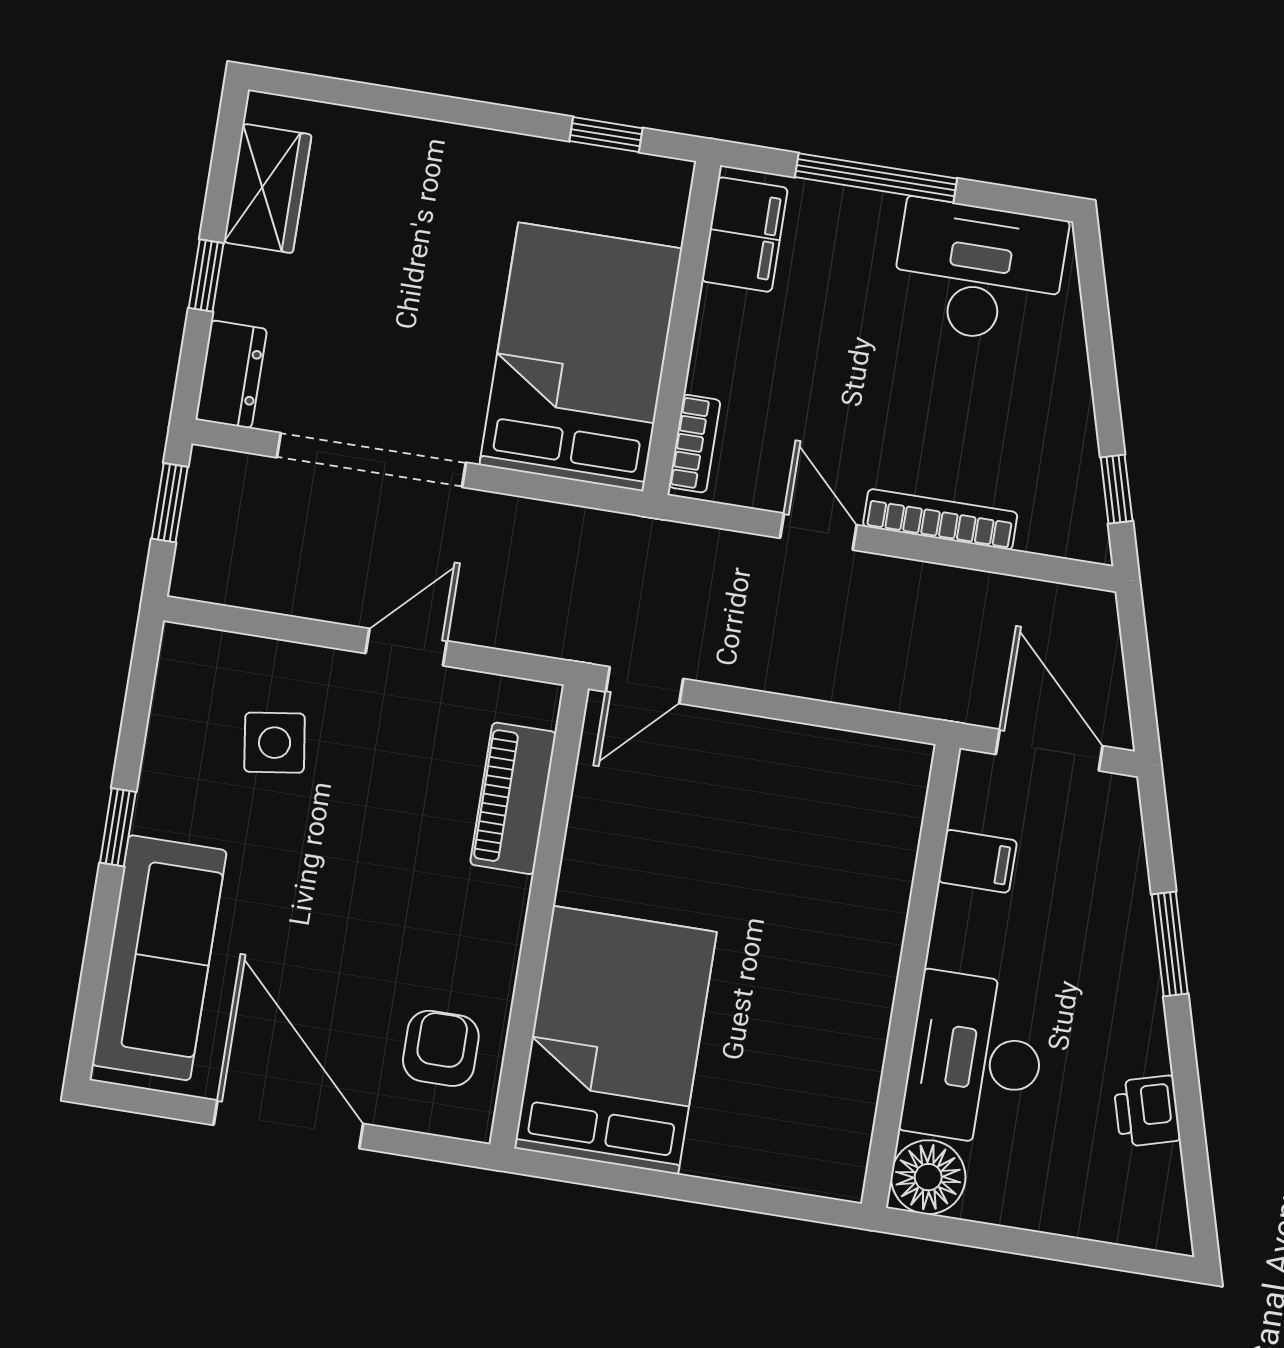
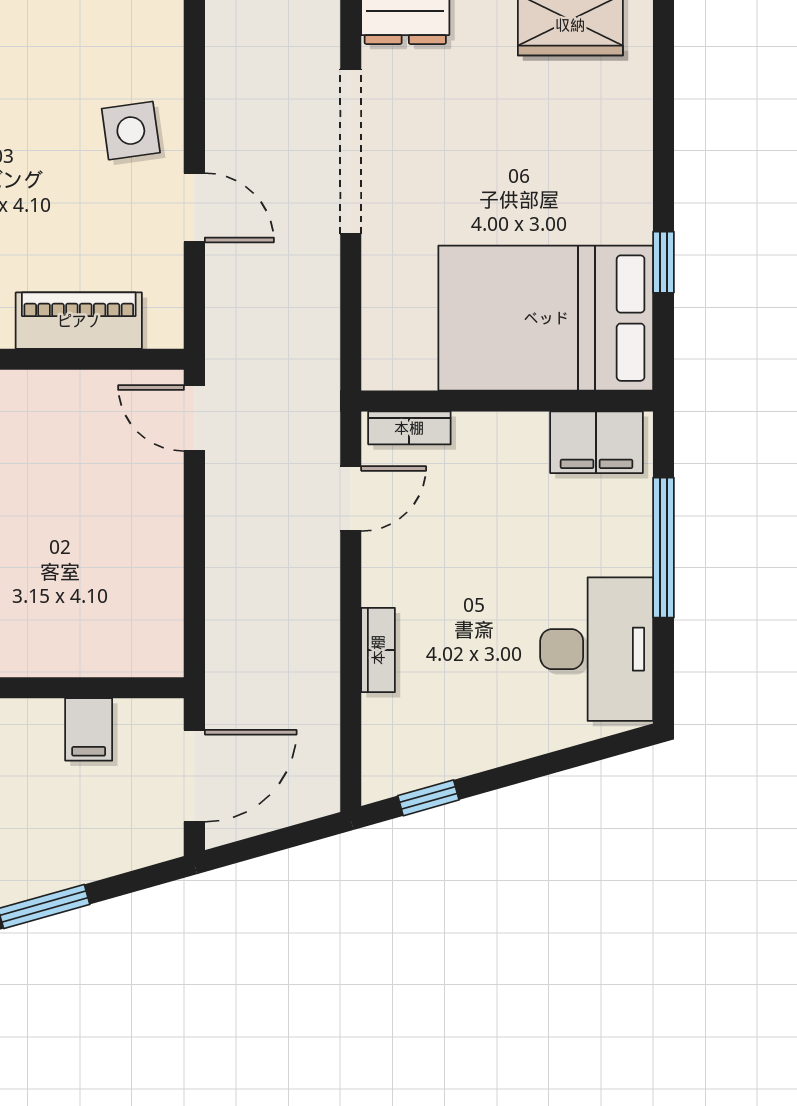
window: (606, 135) -> (664, 262), moved
bed: (581, 357) -> (546, 318), moved, turned 180
bookcase: (940, 519) -> (378, 650), width x0.64
door: (818, 532) -> (351, 499), moved
side table: (275, 743) -> (131, 131), moved

